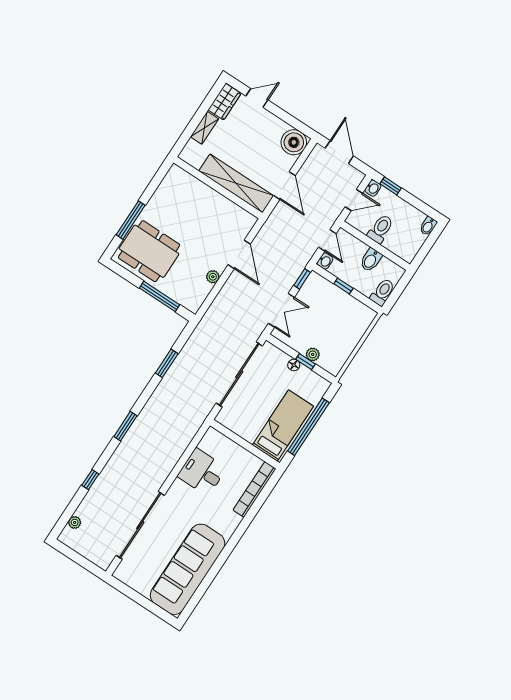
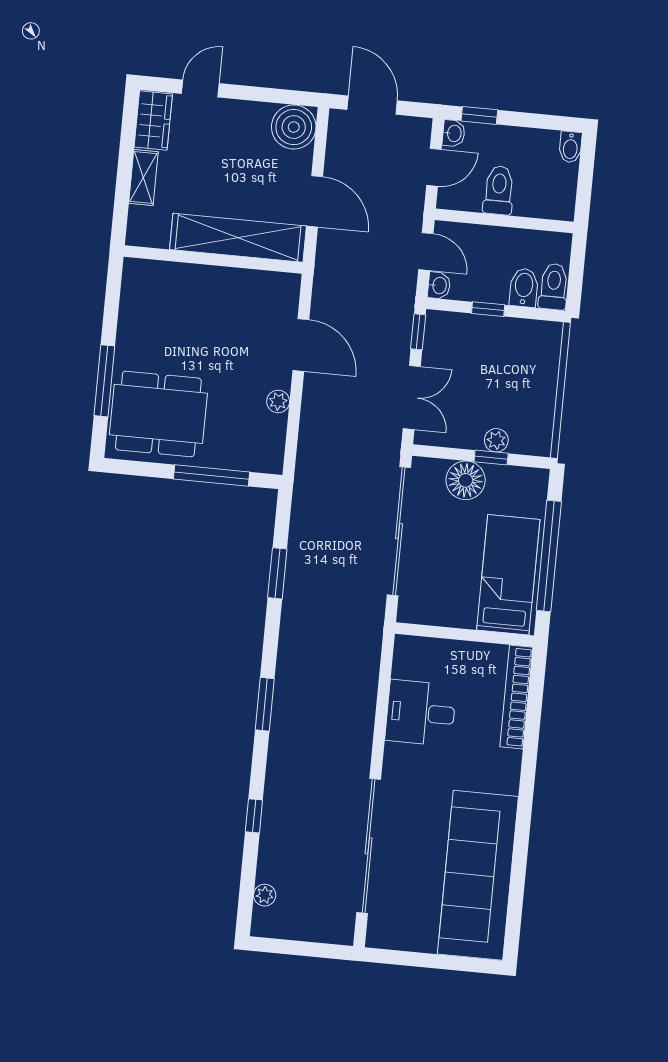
bidet: (371, 260) -> (524, 288), moved, turned 180
floor lamp: (294, 365) -> (466, 480), width x1.89, depth x1.89

